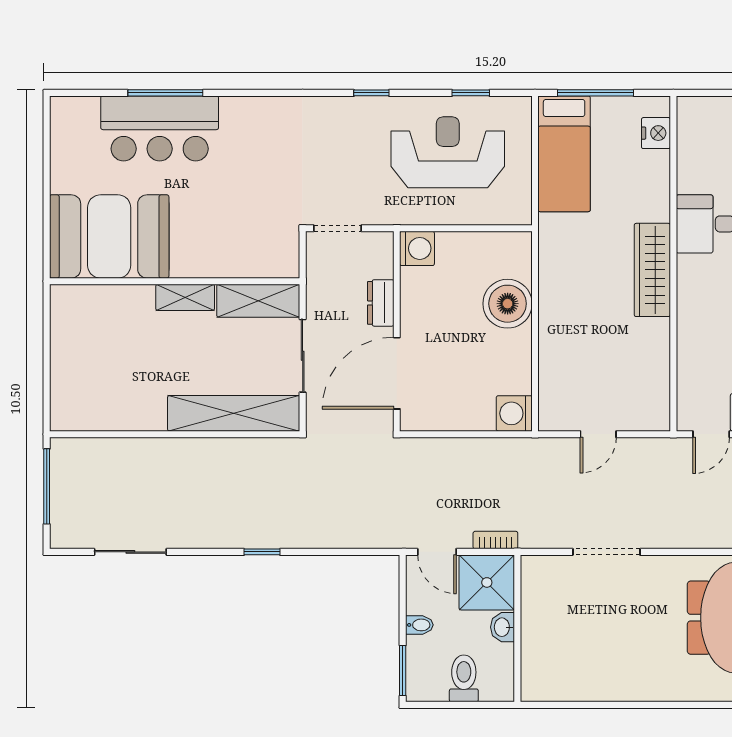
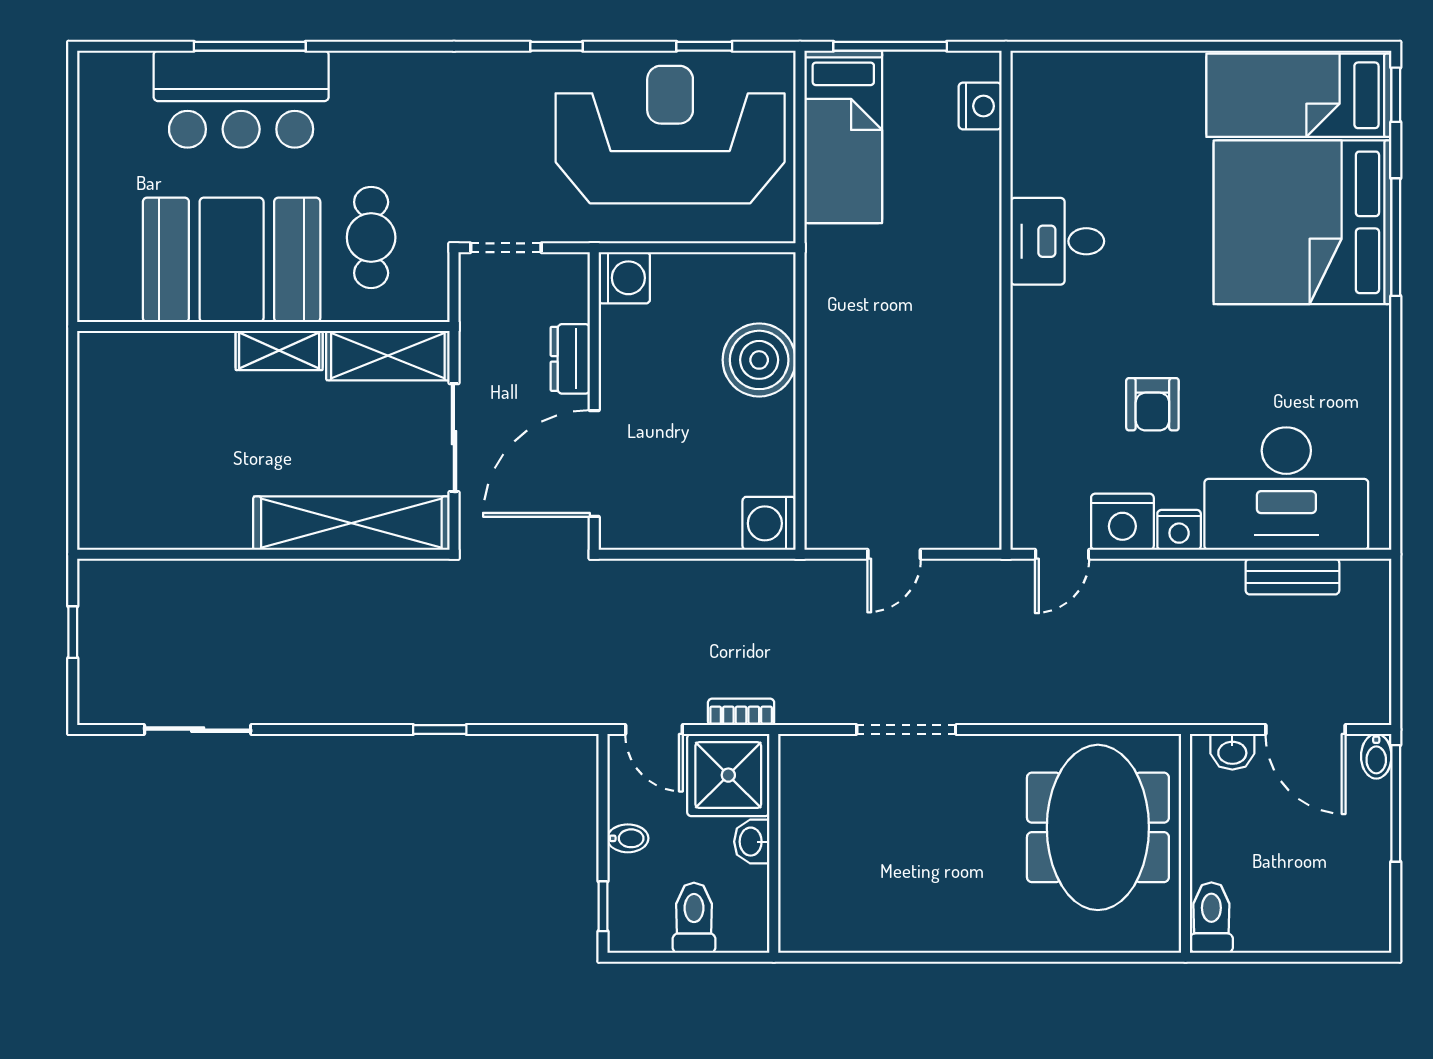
reception desk: (448, 152) -> (670, 135), width x1.36, depth x1.30
cafe table: (247, 221) -> (371, 237), added
booth: (109, 236) -> (232, 260), moved
wardrobe: (652, 270) -> (975, 310), removed
window: (47, 486) -> (73, 632), width x0.46
window: (262, 552) -> (440, 730), moved
window: (403, 671) -> (603, 906), width x0.67

